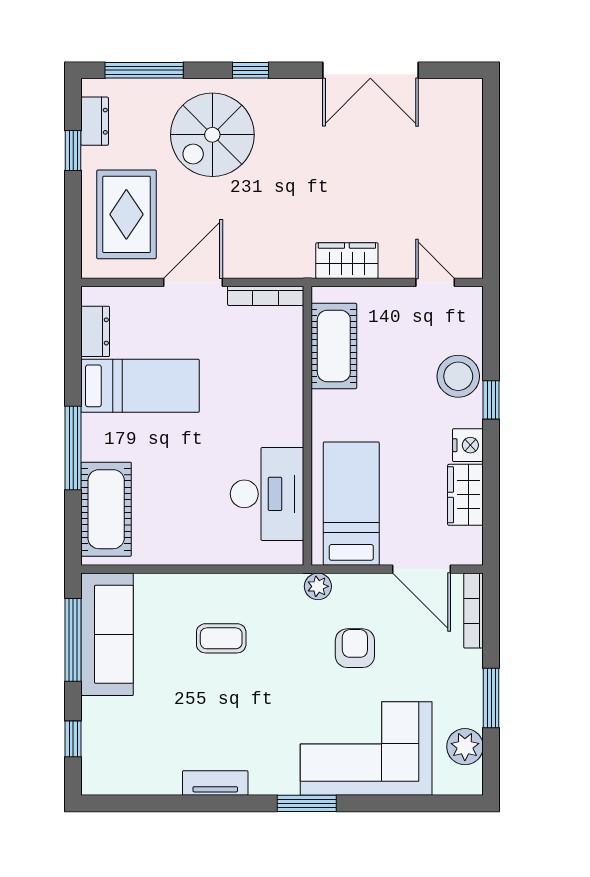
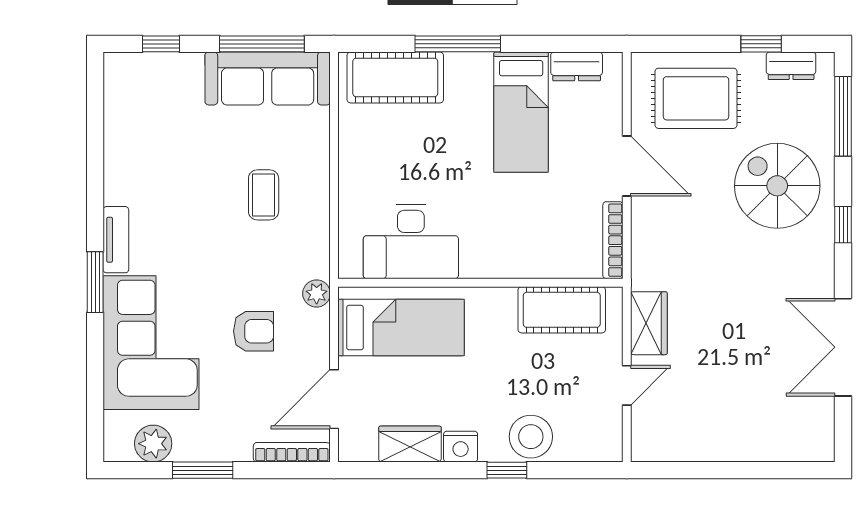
door: (435, 282) -> (627, 385), moved
tv unit: (215, 783) -> (116, 240), moved

